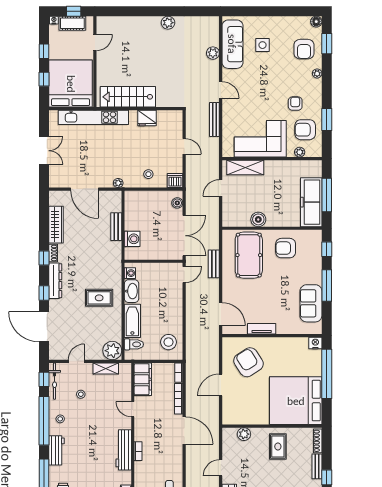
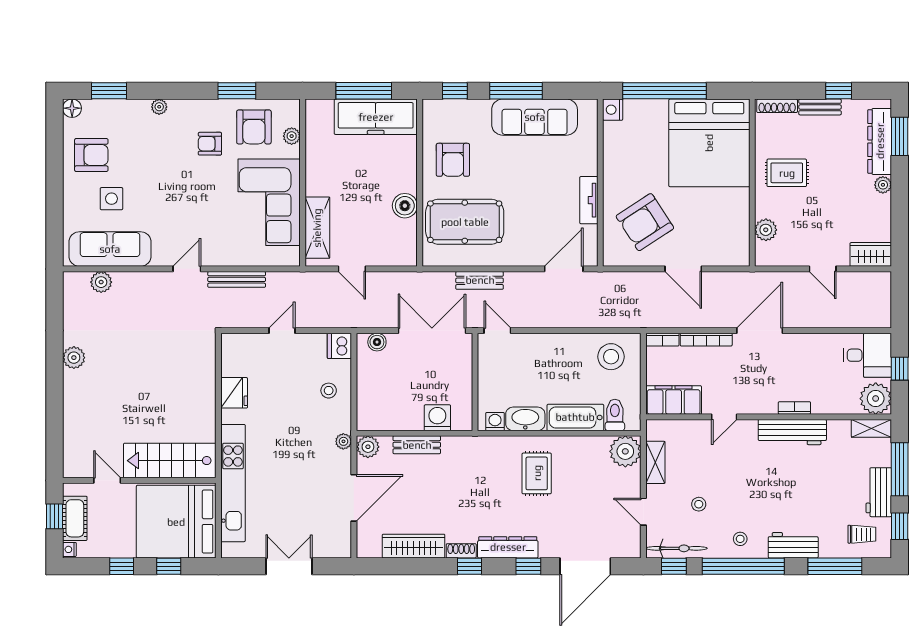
armchair: (304, 49) -> (91, 155), moved
plant: (213, 53) -> (101, 282), moved
stairs: (128, 97) -> (170, 461), moved, turned 90
plant: (115, 198) -> (368, 447), added
sofa: (311, 303) -> (535, 117), width x1.36

